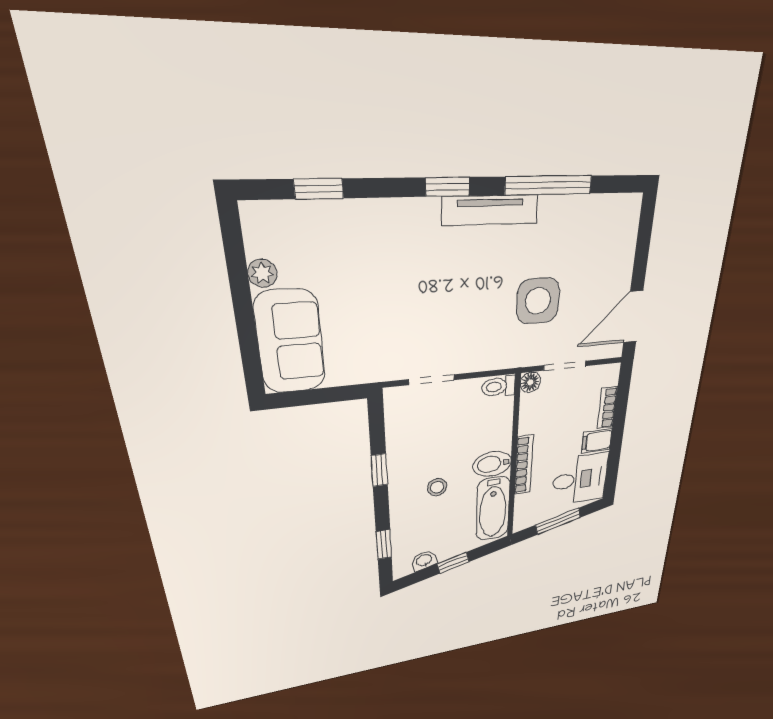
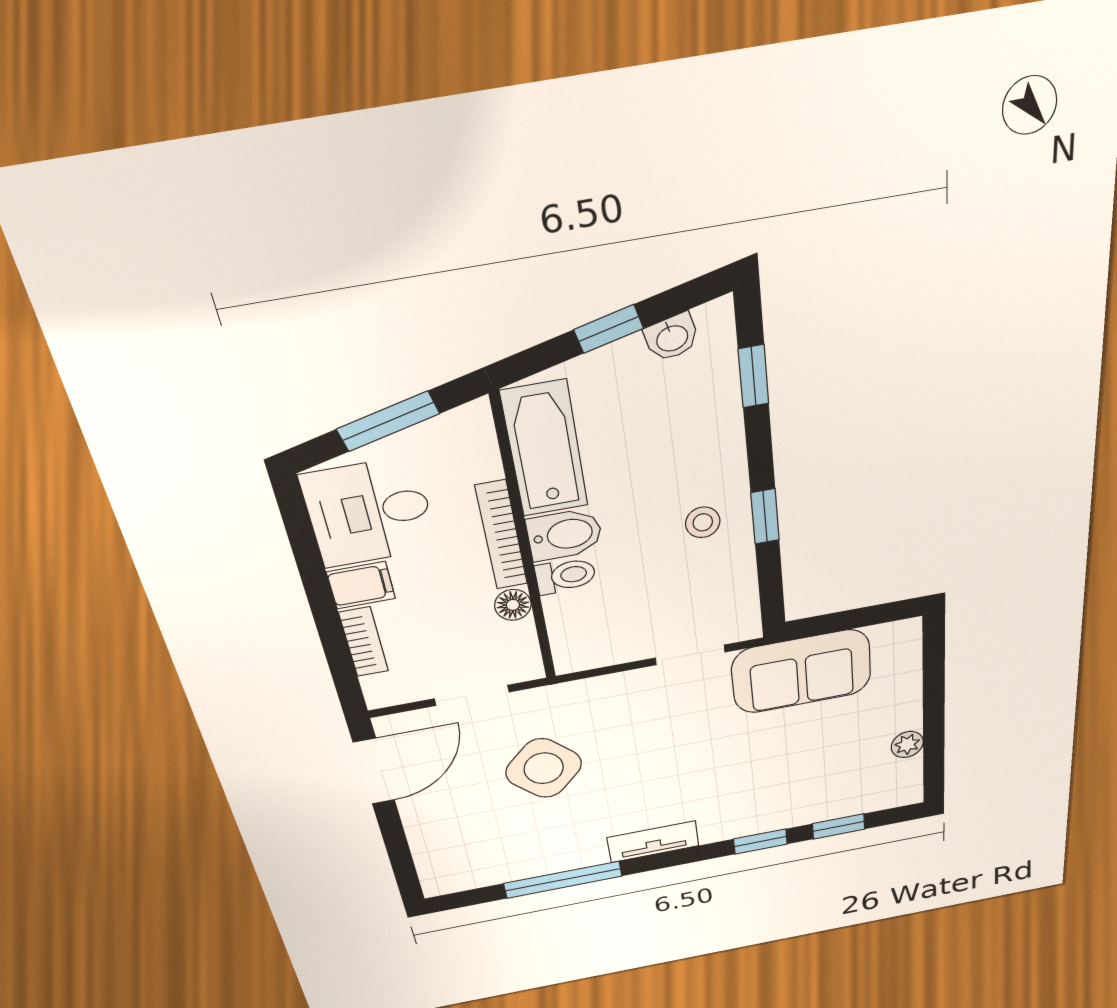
window: (448, 187) -> (760, 842), moved
tv unit: (490, 210) -> (653, 842), width x0.71
side table: (538, 301) -> (544, 768), turned 45
sofa: (290, 342) -> (802, 672), moved, turned -90
floor lamp: (530, 382) -> (513, 605), moved
toilet: (498, 386) -> (566, 576), moved
stool: (437, 487) -> (703, 522), moved

